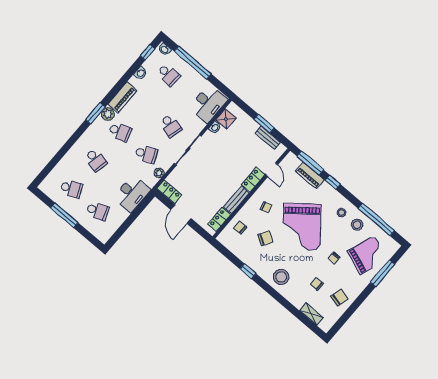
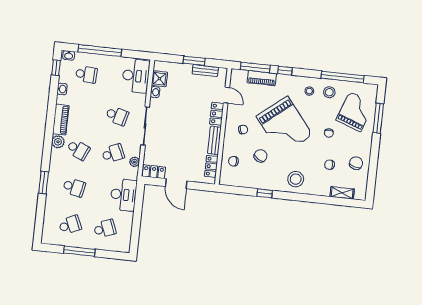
window: (95, 113) -> (44, 182), moved
school desk: (120, 132) -> (78, 150), turned 42

